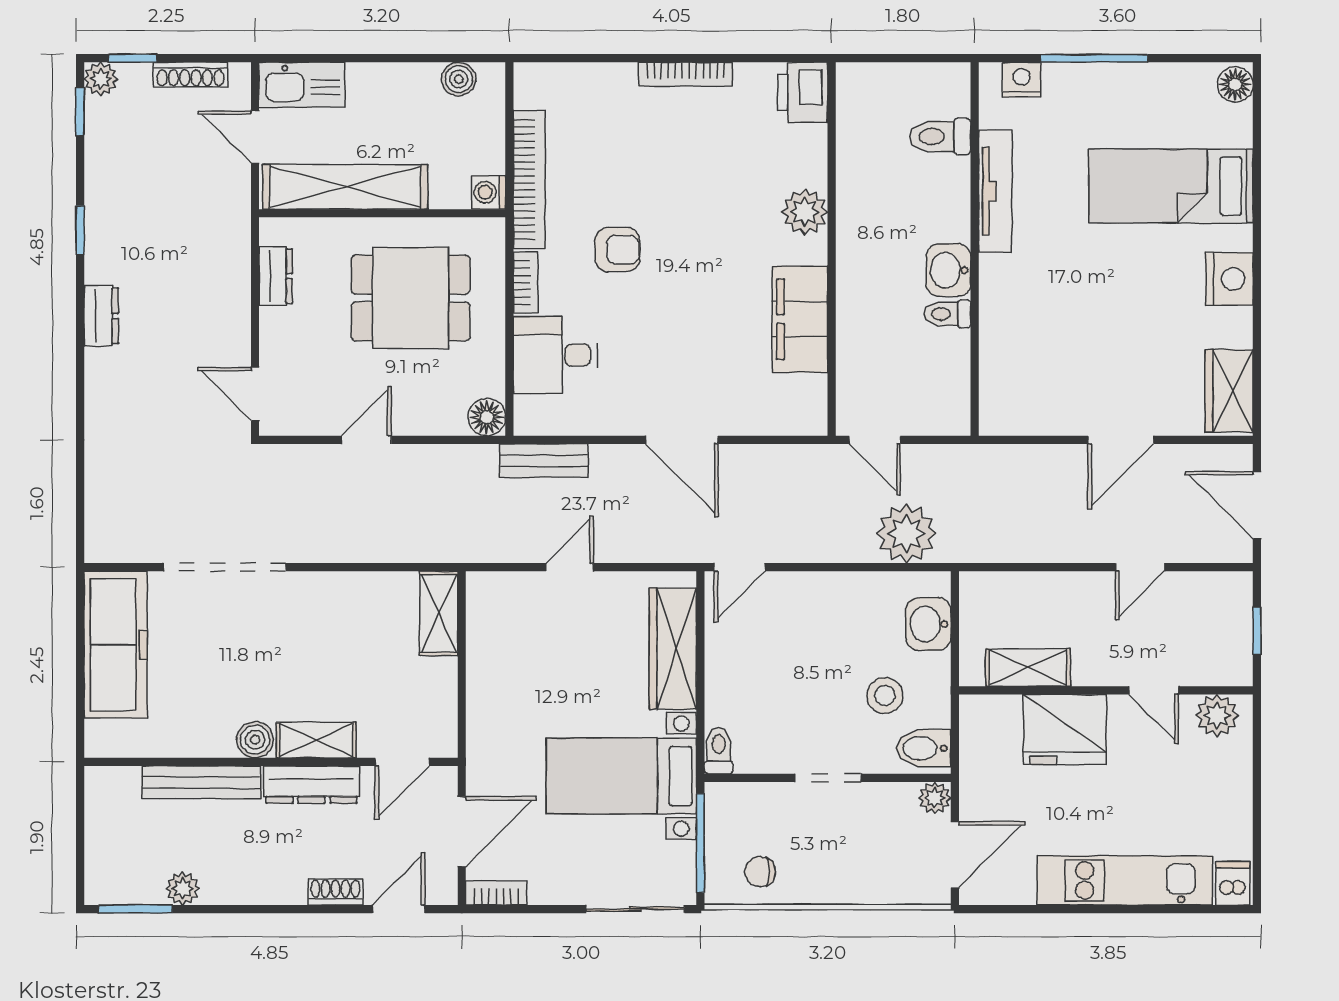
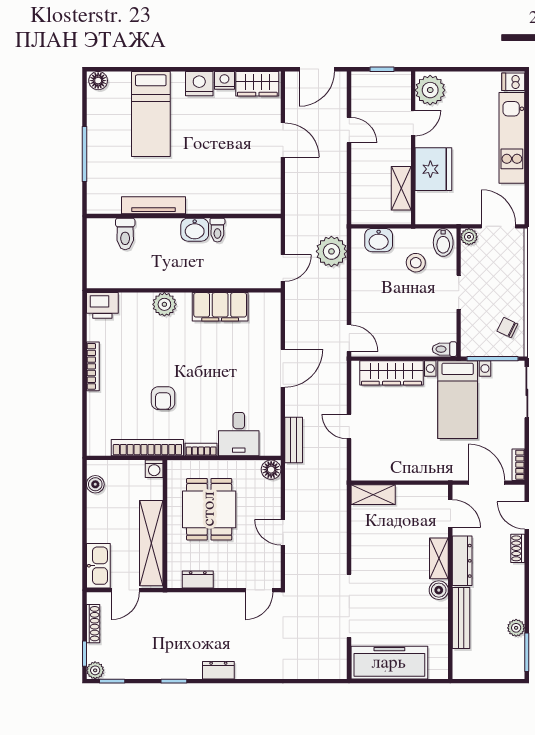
nightstand: (1022, 80) -> (224, 80), moved, turned 90
armchair: (617, 250) -> (163, 398), moved, turned 180
plant: (1217, 716) -> (430, 90), width x1.36, depth x1.36
chair: (760, 872) -> (507, 328), turned 116

